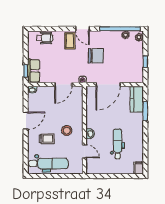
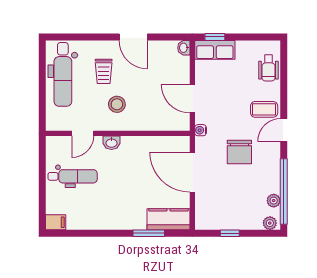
dental chair: (118, 144) -> (73, 176), moved

